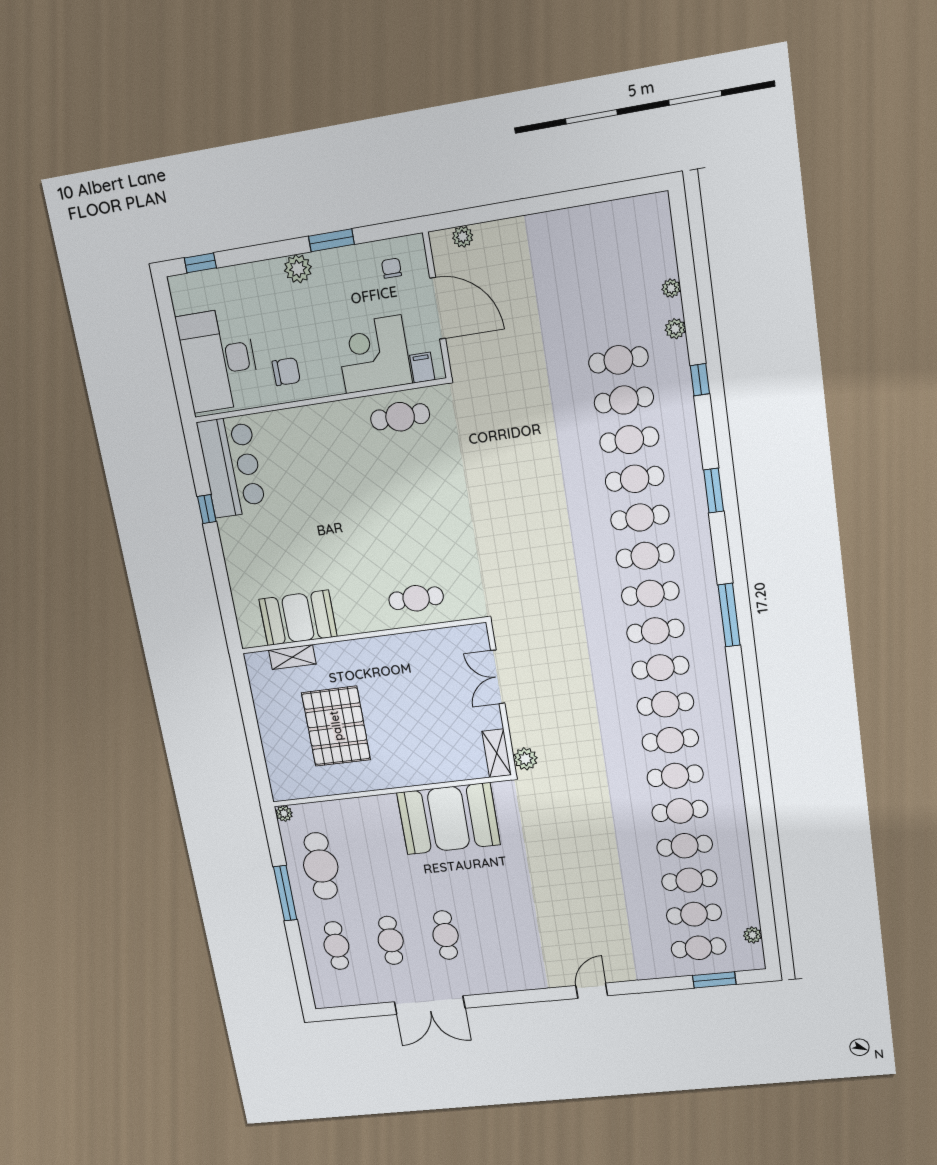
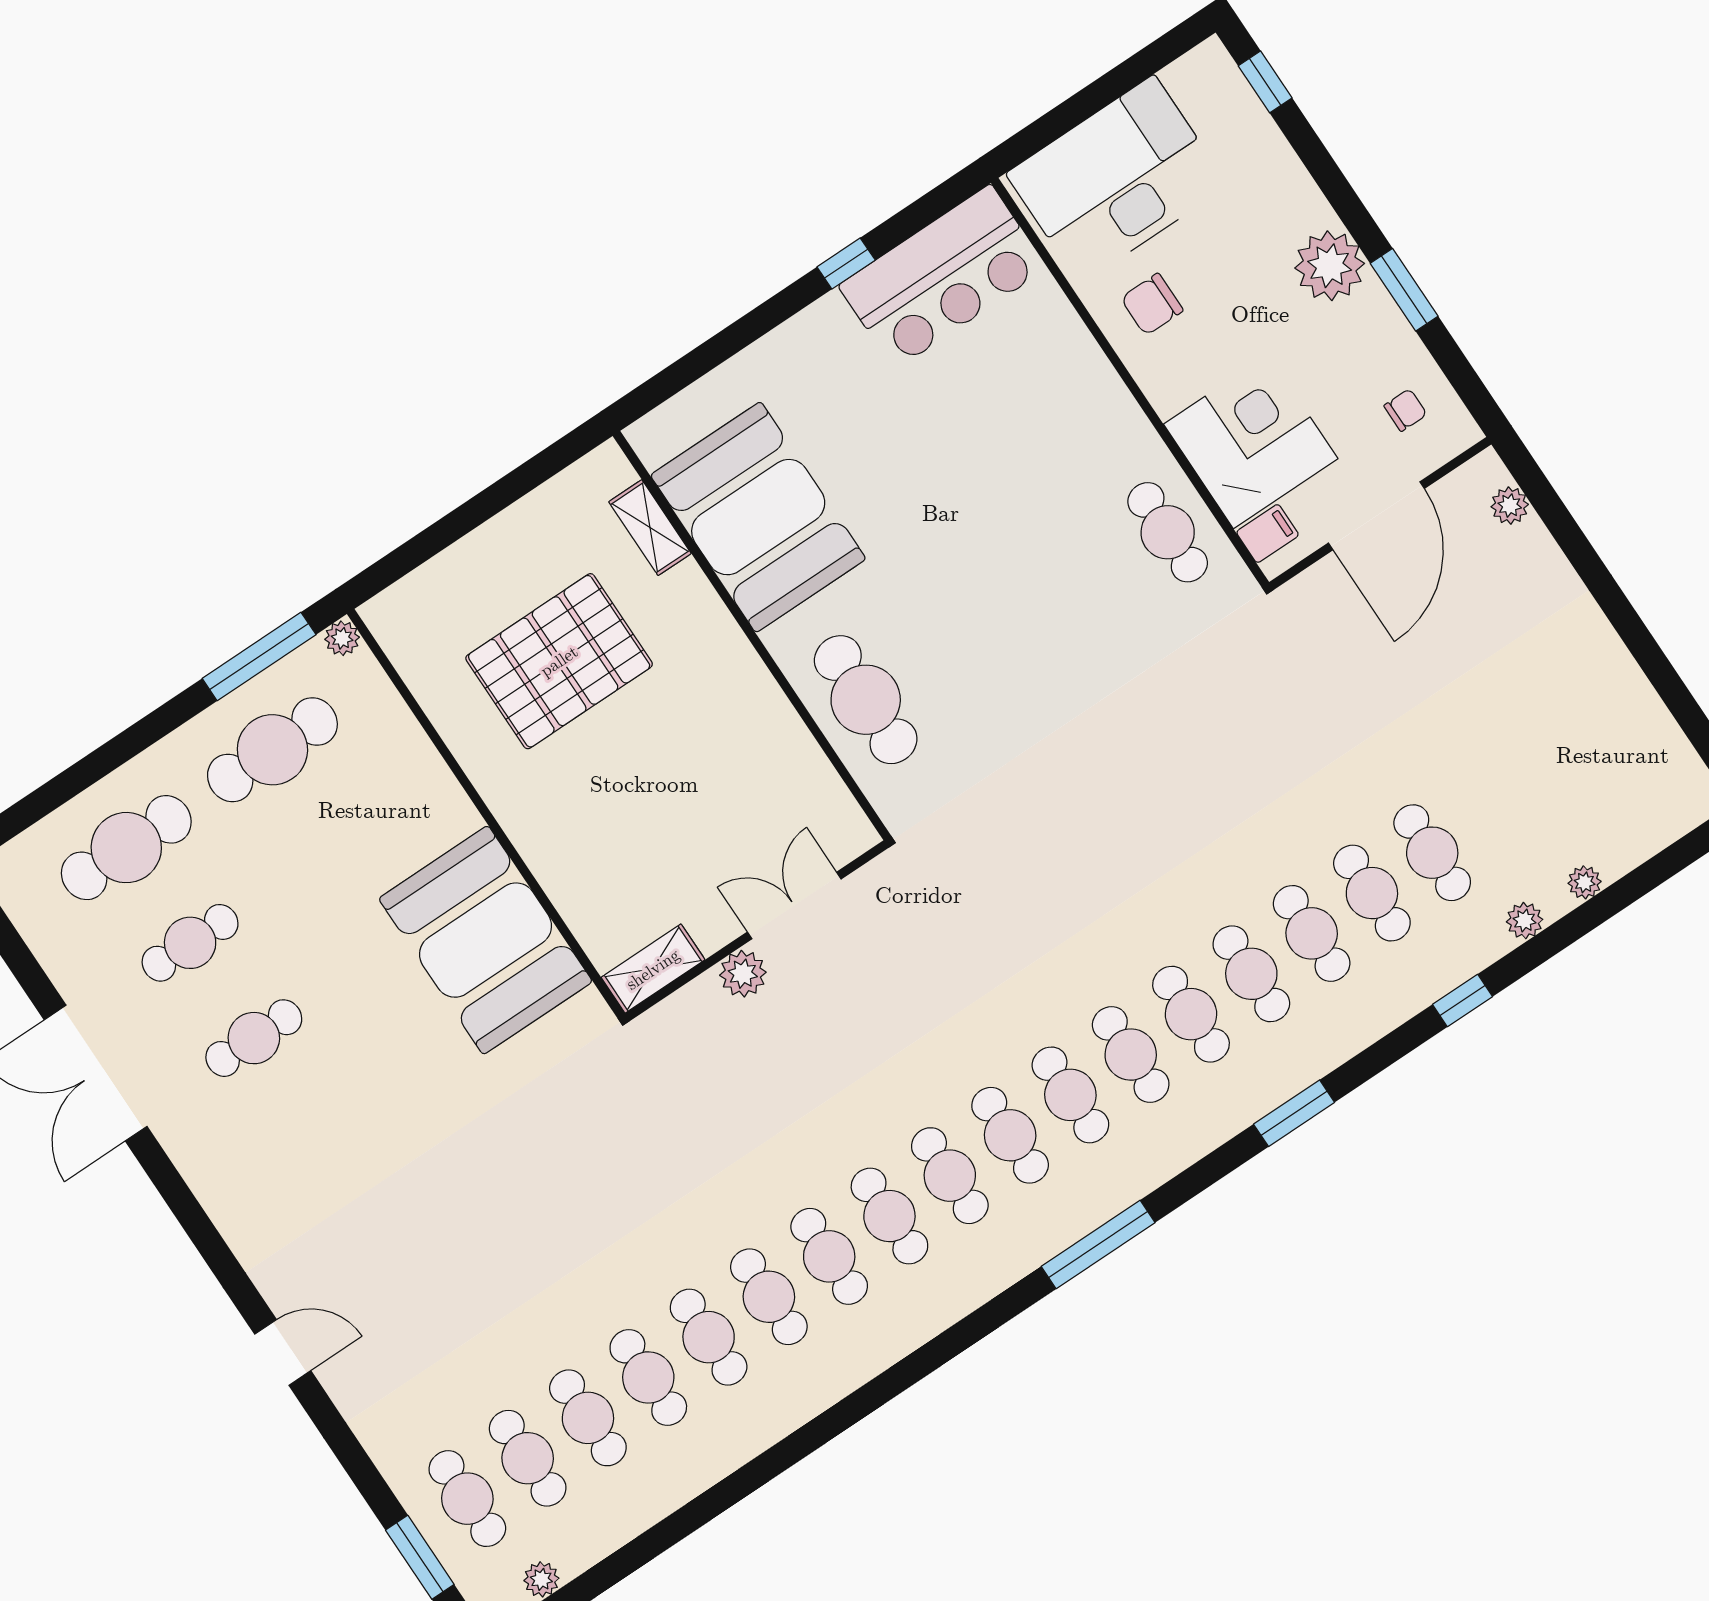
plant: (298, 269) -> (1330, 266), width x1.36, depth x1.36
chair: (286, 372) -> (1152, 304), turned 90
cafe table: (416, 598) -> (866, 700), width x1.37, depth x1.35
booth: (298, 618) -> (758, 517), width x1.36, depth x1.42
plant: (525, 759) -> (743, 974), moved
window: (285, 893) -> (259, 656), moved
cafe table: (336, 946) -> (126, 848), width x1.37, depth x1.35

